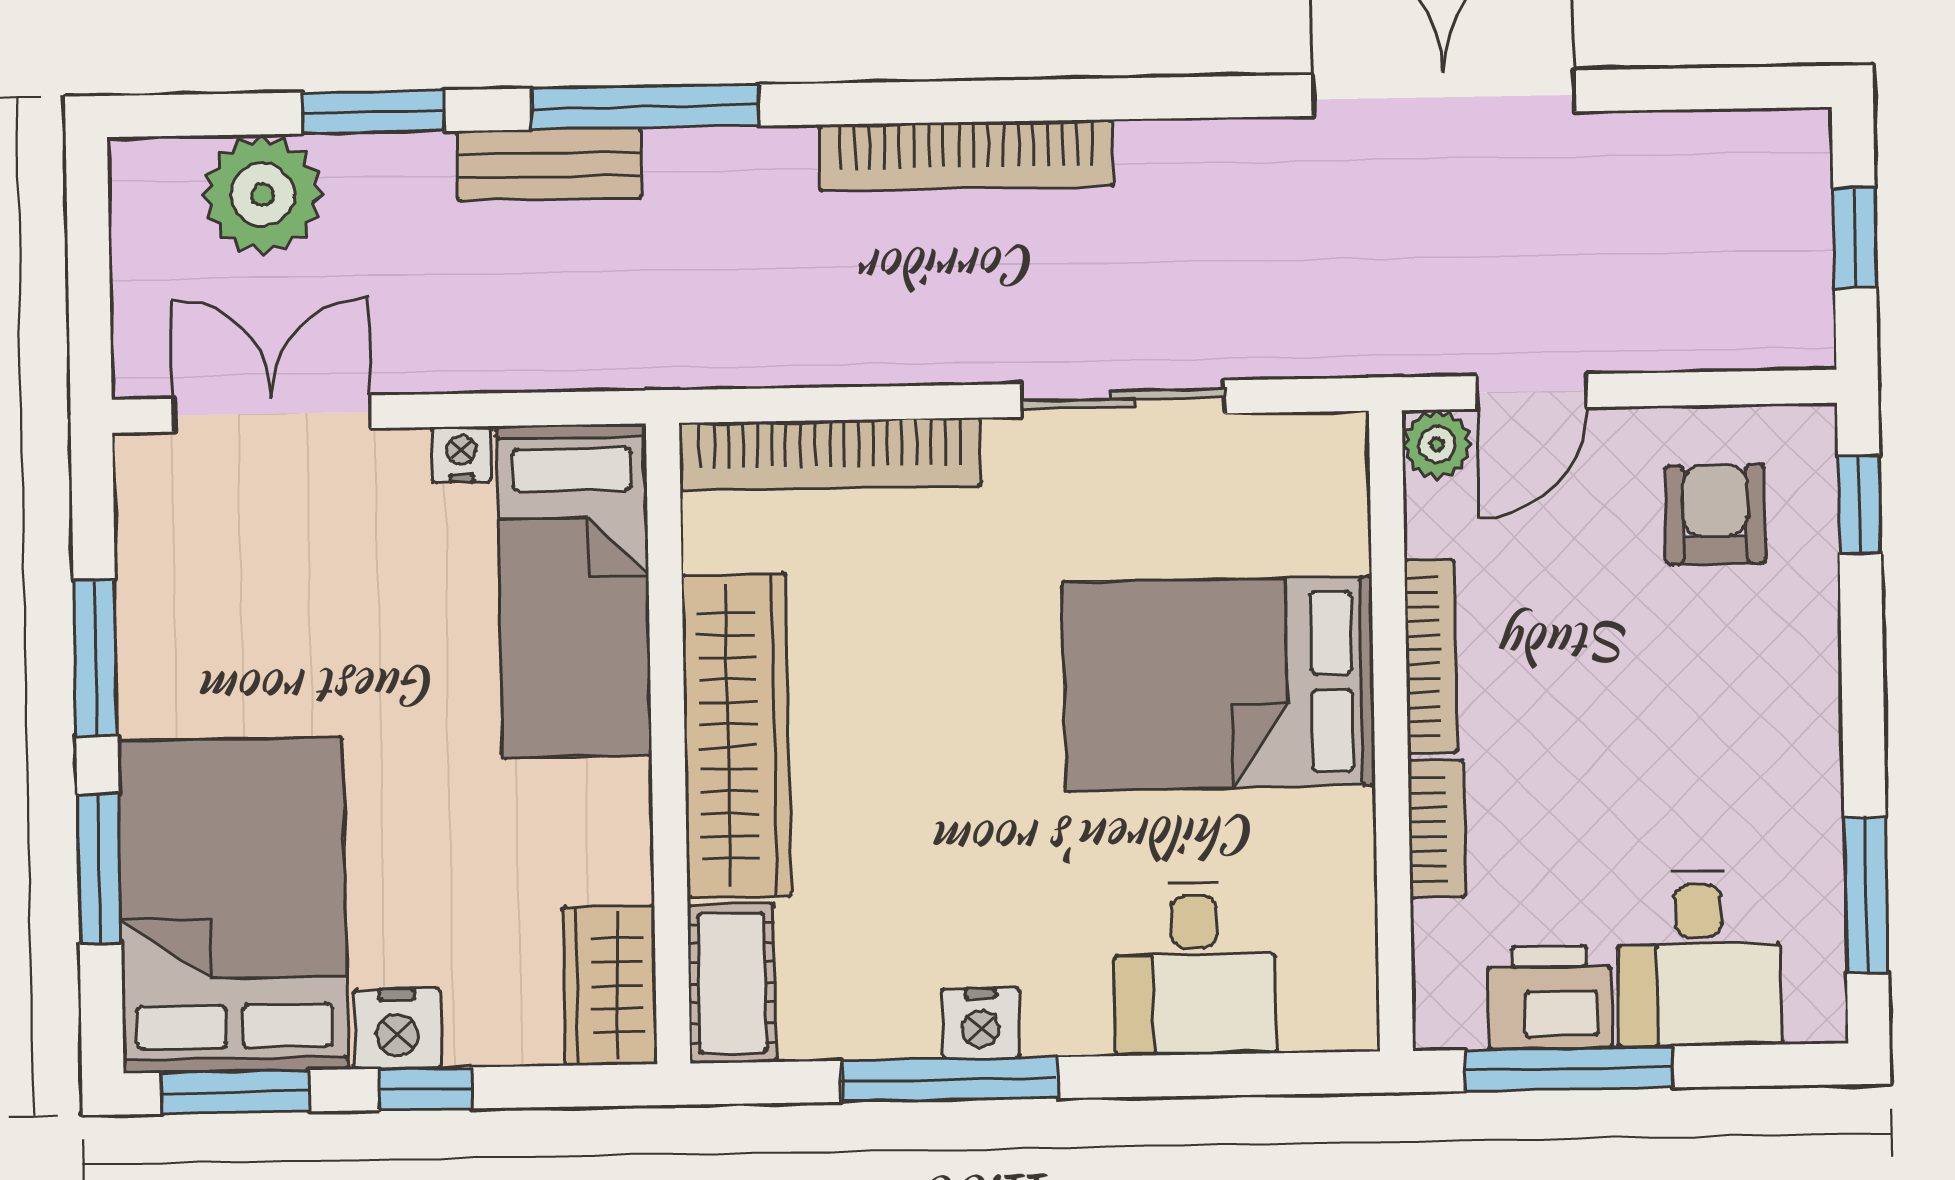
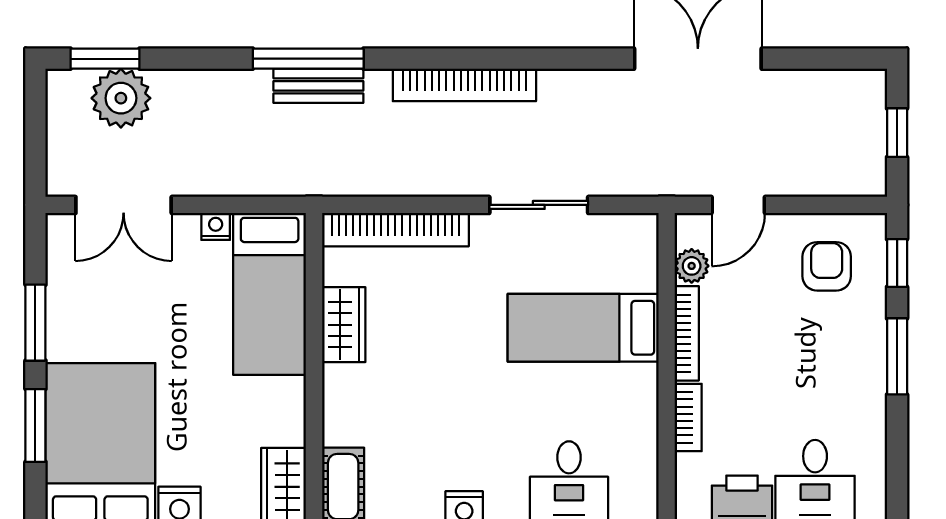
window: (373, 112) -> (105, 59), moved
bench: (549, 165) -> (318, 86), moved
double door: (272, 414) -> (124, 205), swing flipped
plant: (1437, 444) -> (692, 266), moved
bed: (1219, 684) -> (583, 328), width x0.67
wardrobe: (737, 735) -> (344, 325), width x0.48, depth x0.85
window: (1866, 895) -> (897, 356), moved

